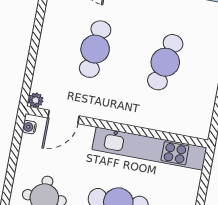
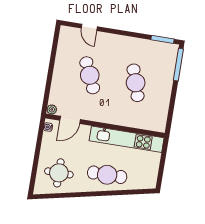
cafe table: (95, 49) -> (90, 75), turned -30
cafe table: (165, 62) -> (136, 83), turned -30

